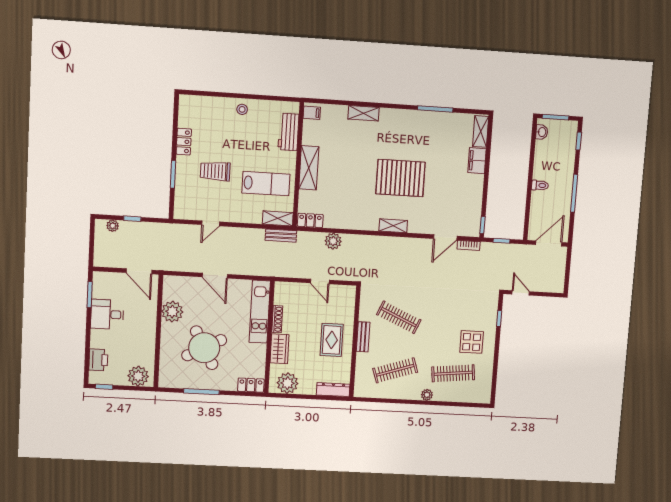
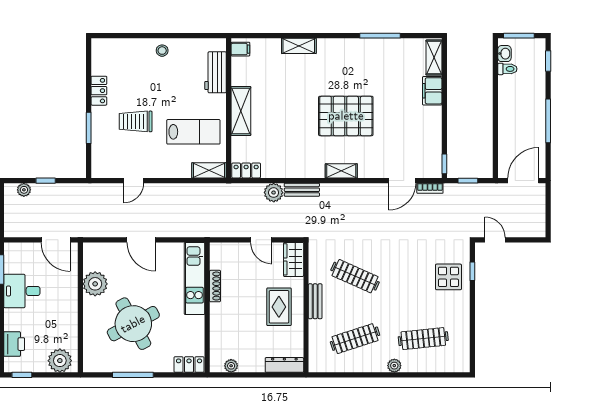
toilet: (540, 185) -> (507, 69), moved
bench: (281, 236) -> (302, 190), moved
display table: (472, 342) -> (448, 277), moved
wardrobe: (280, 349) -> (294, 259), moved, turned 180
plant: (287, 383) -> (231, 366), width x0.53, depth x0.53

